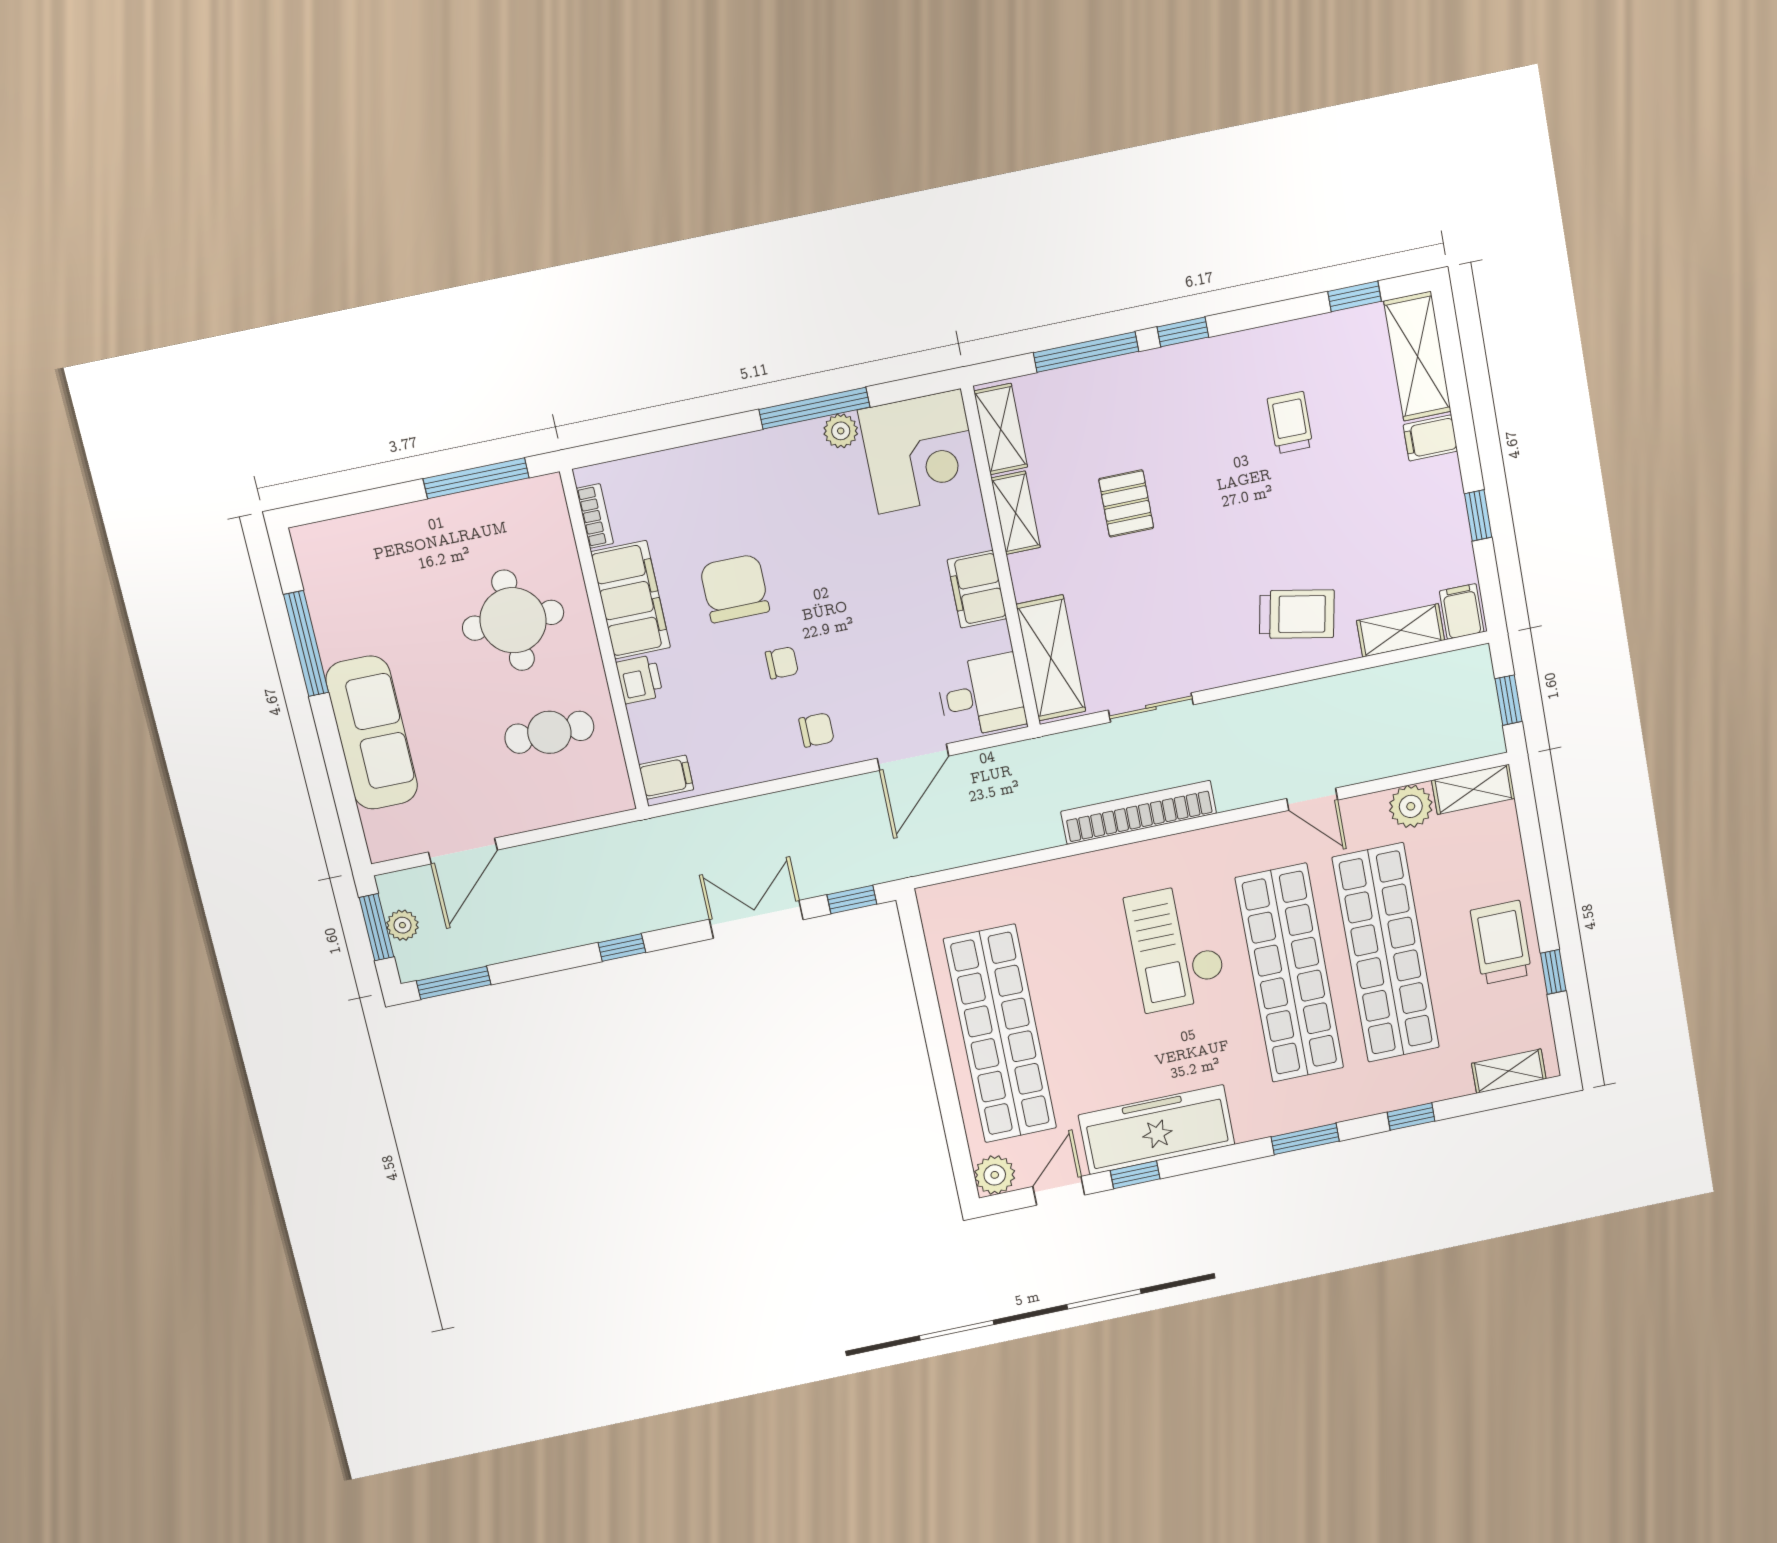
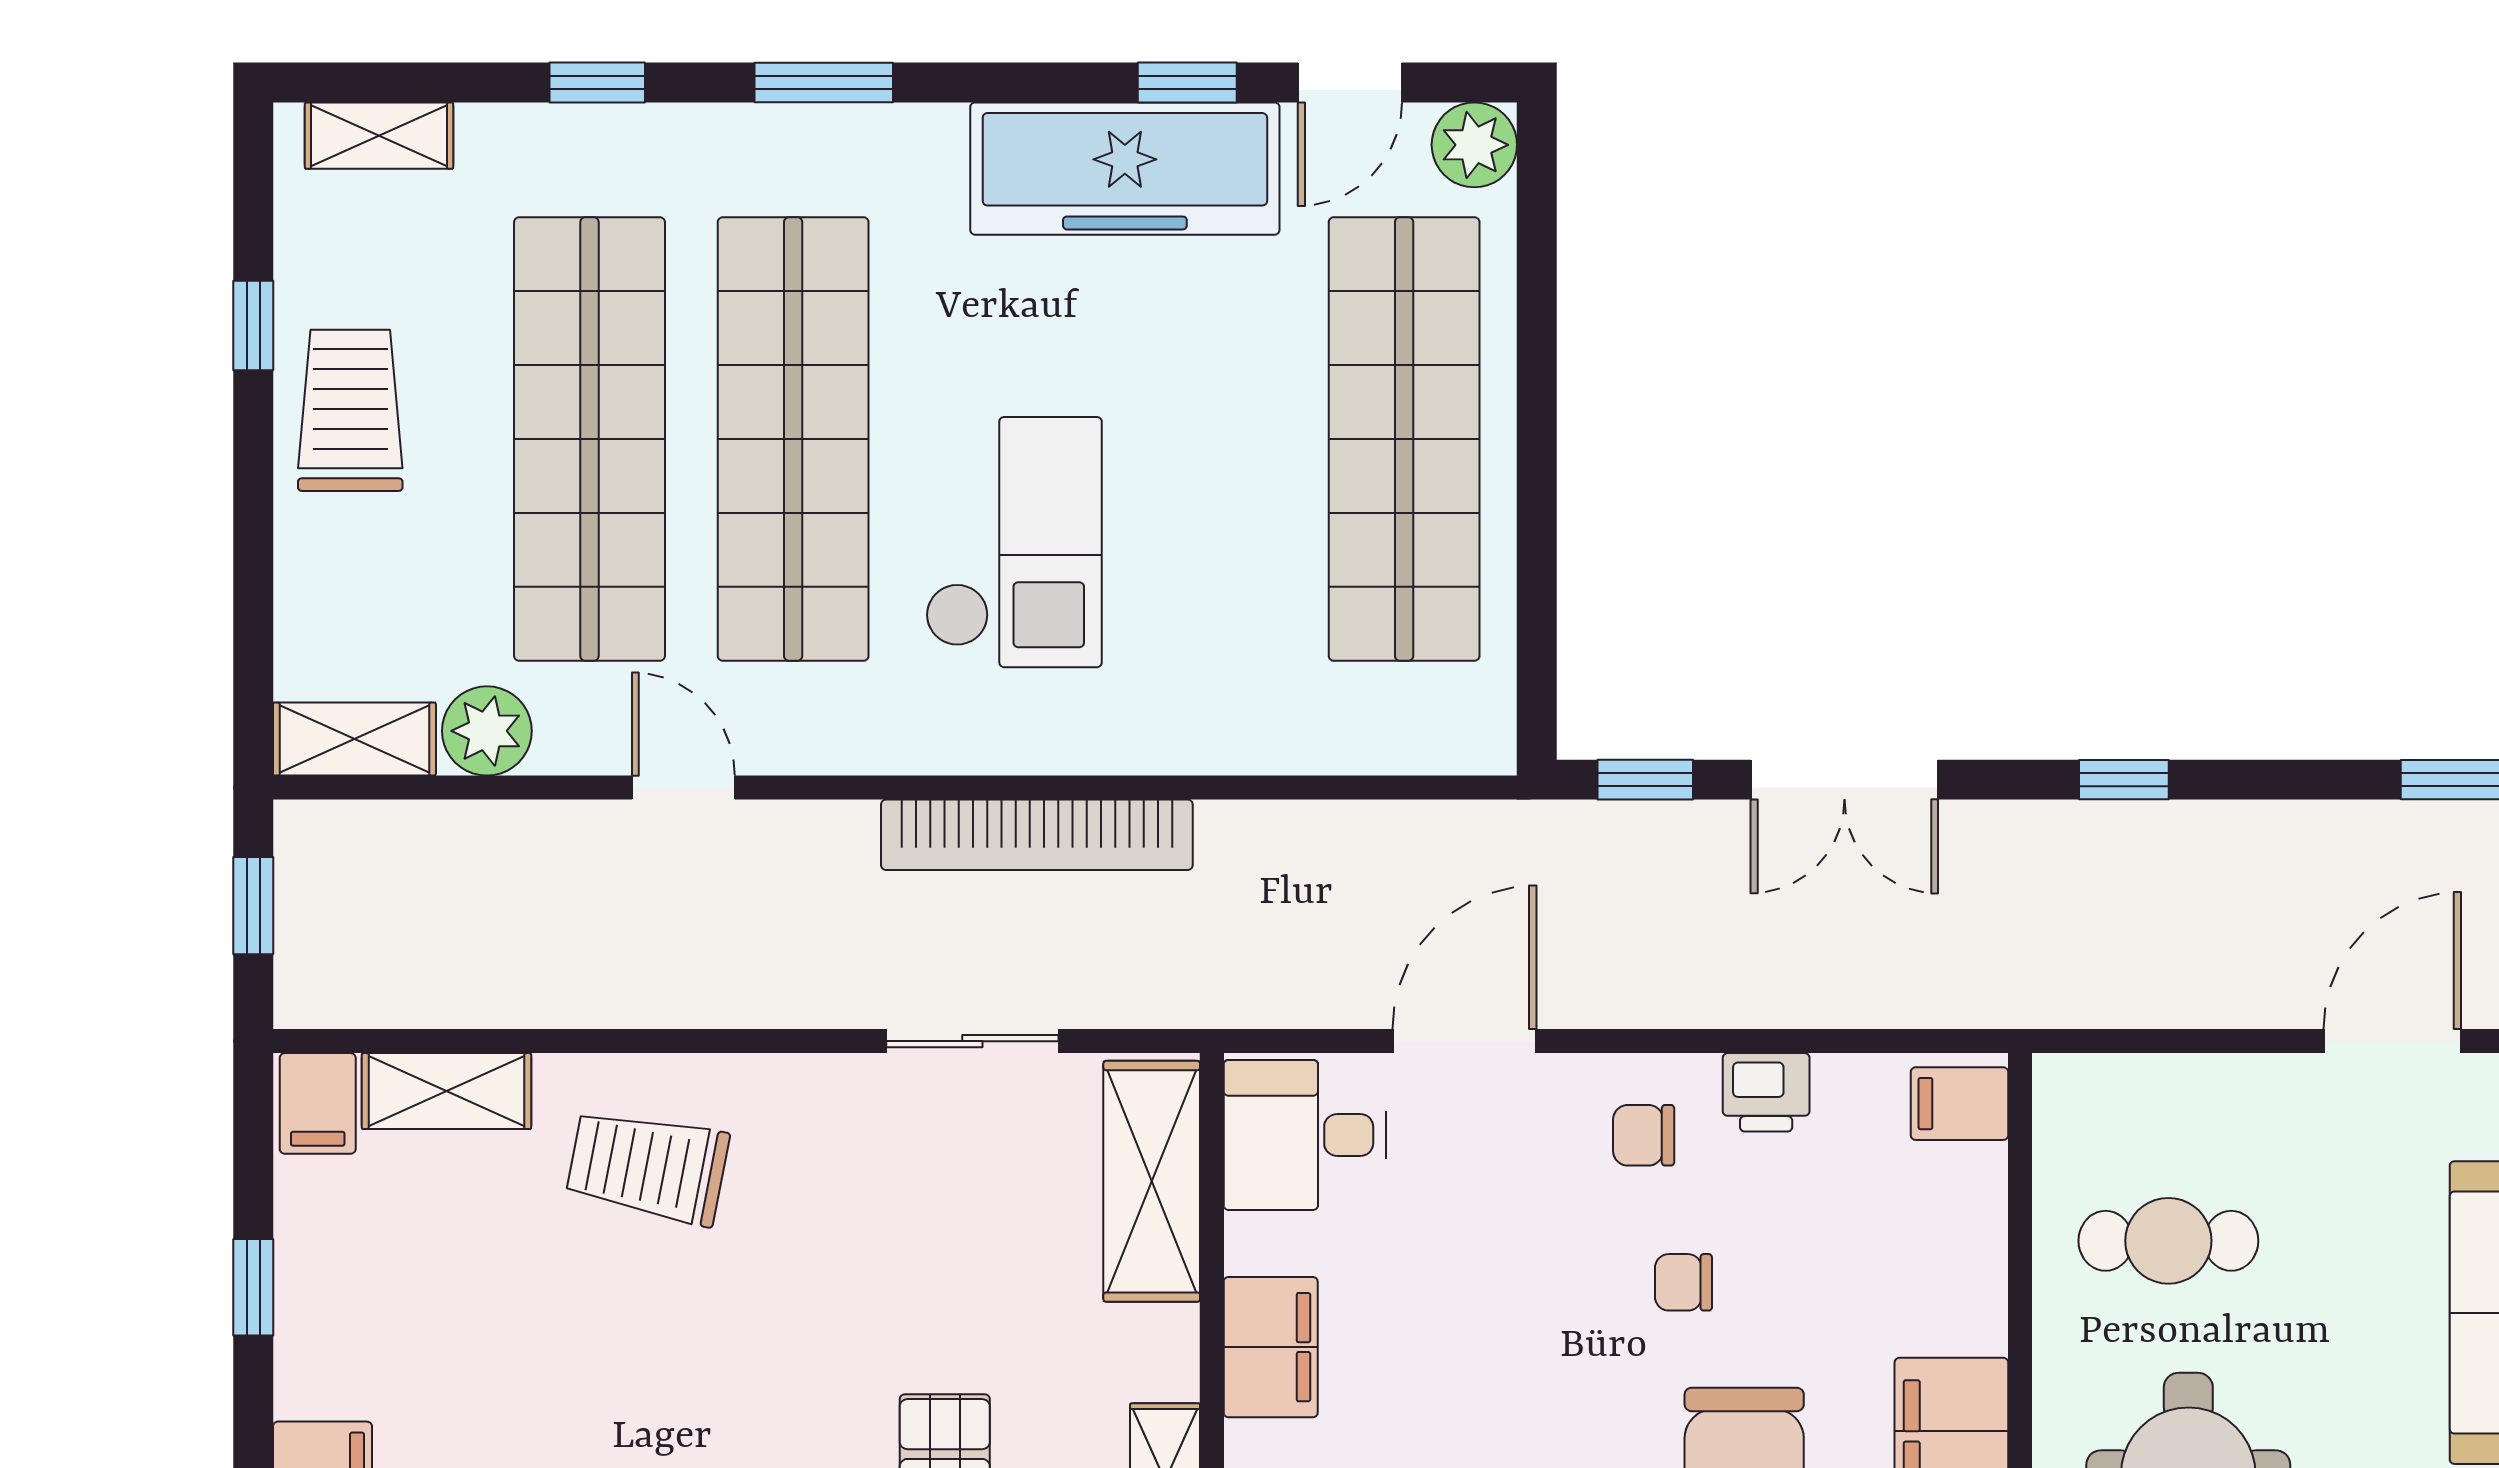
printer: (640, 679) -> (1766, 1092), moved, turned -90
trolley: (1501, 942) -> (350, 410), turned 180

